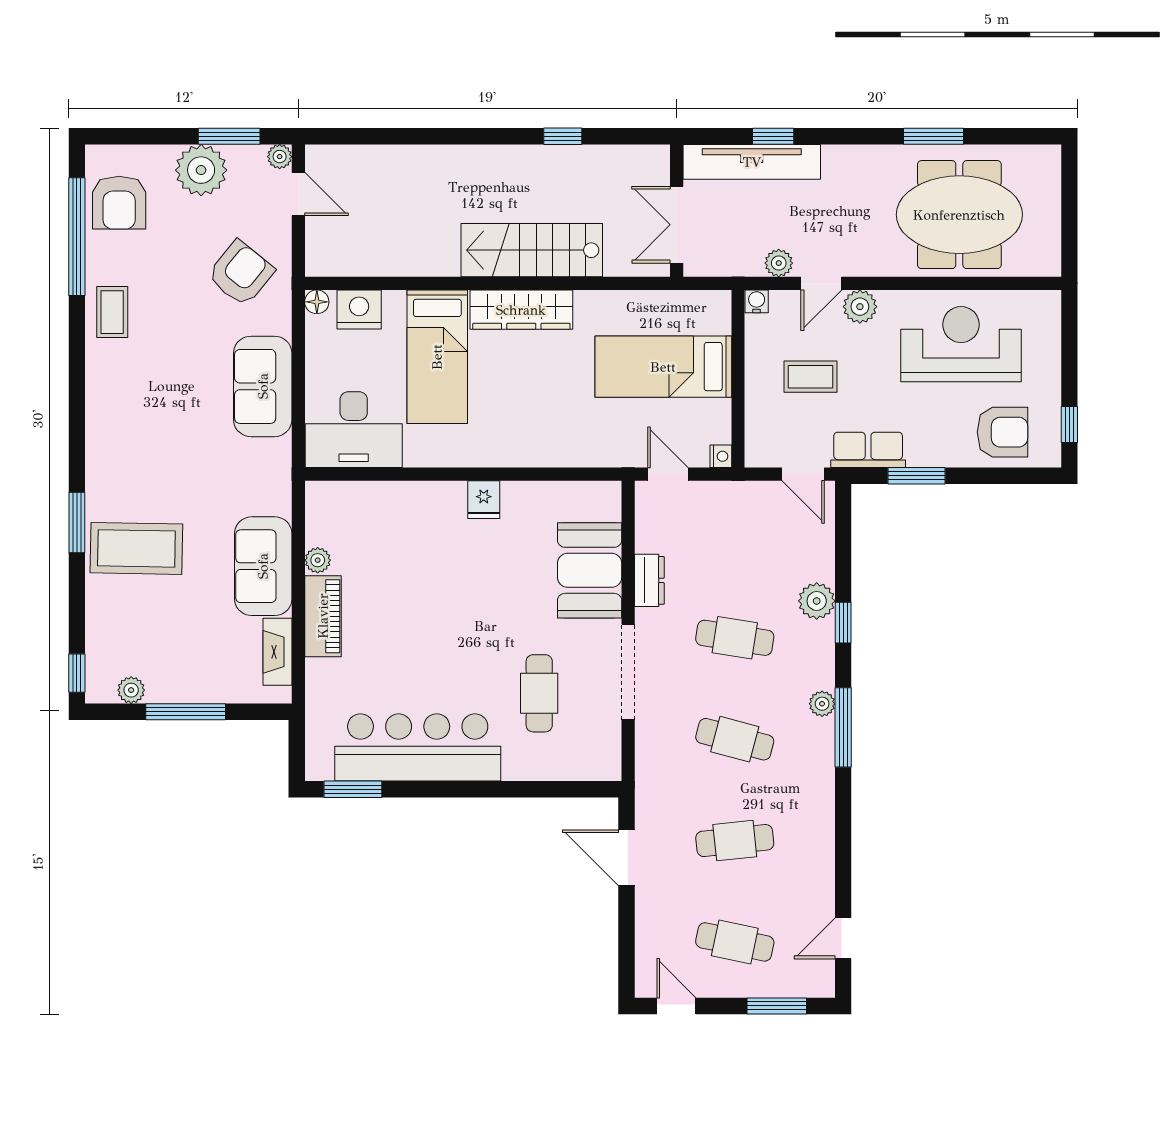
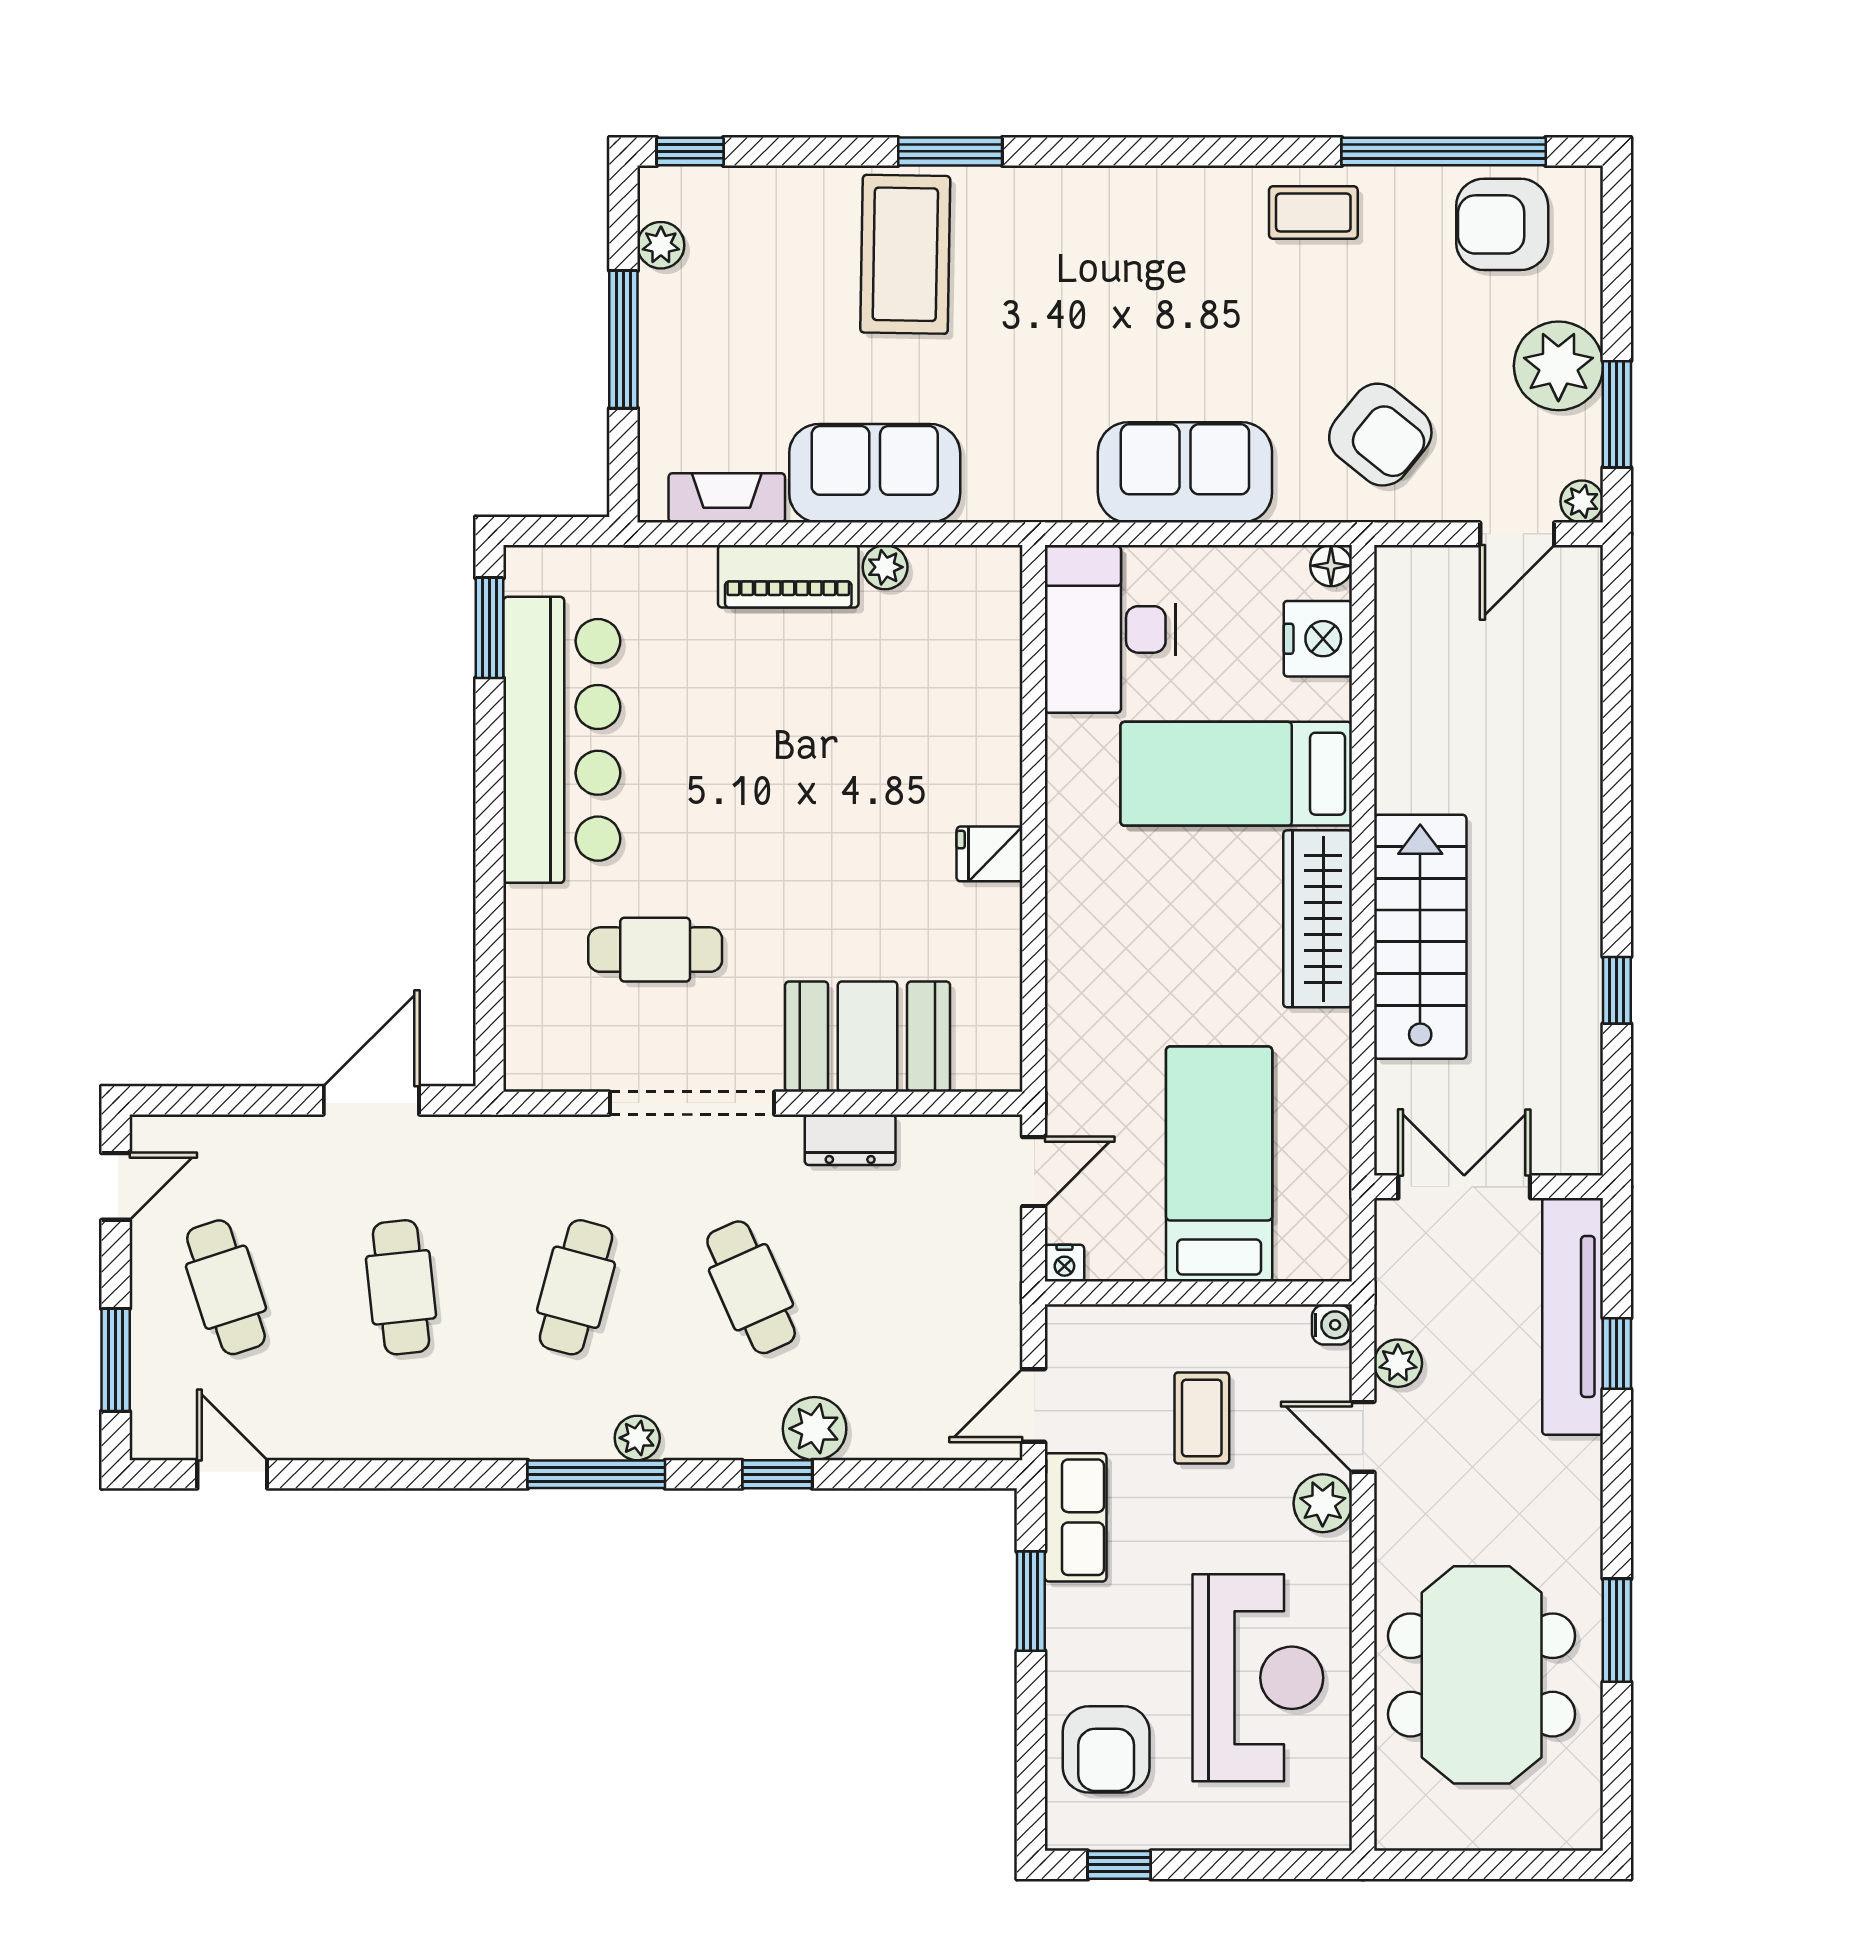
cafe table: (735, 638) -> (751, 1287), turned -33
cafe table: (735, 942) -> (226, 1287), turned -30

